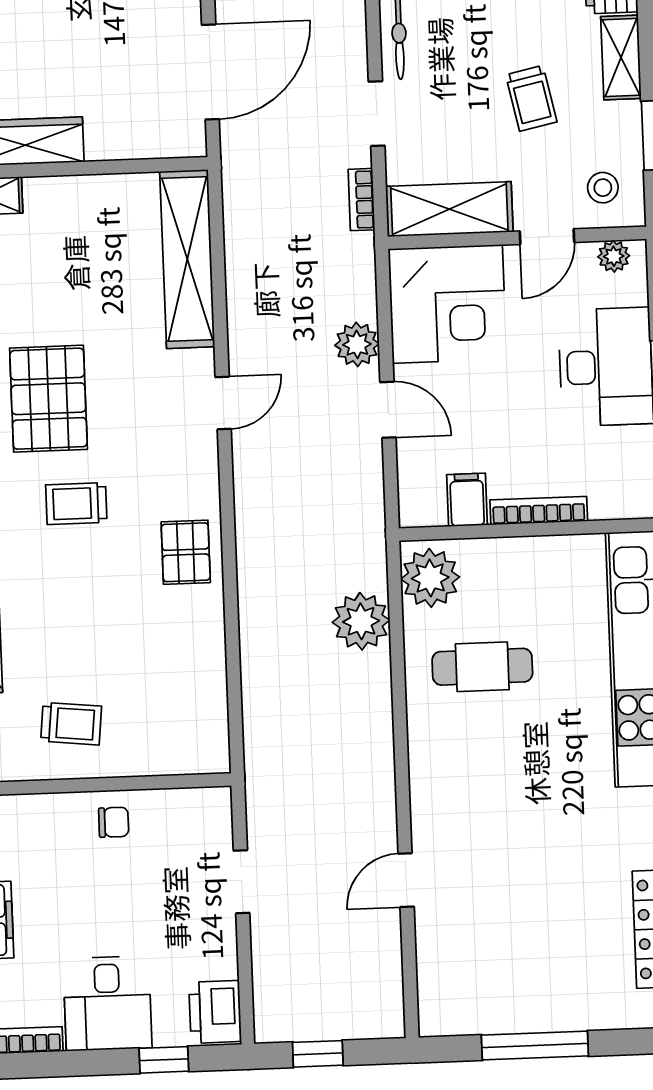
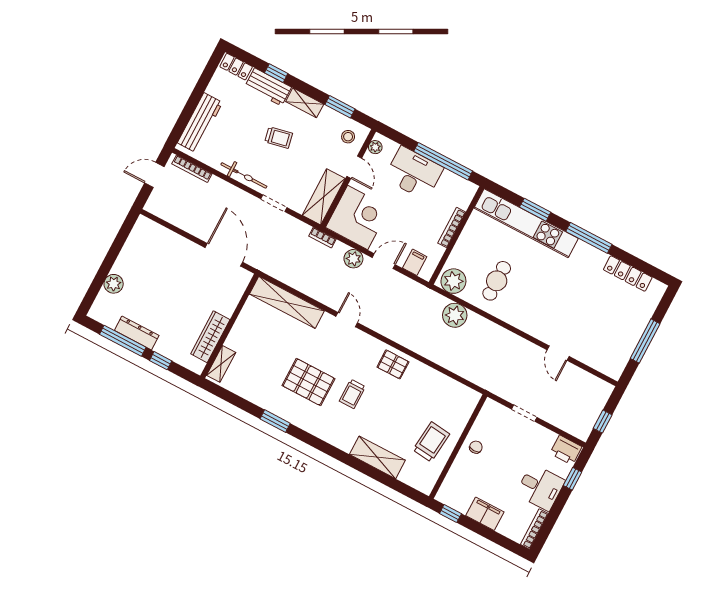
trolley: (531, 98) -> (279, 138), moved
bookcase: (361, 200) -> (322, 238), moved
filing cabinet: (467, 500) -> (415, 262), moved, turned 90
trolley: (71, 724) -> (431, 442), width x1.36, depth x1.39

